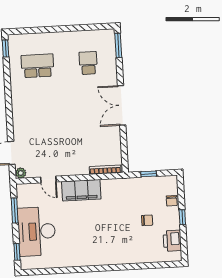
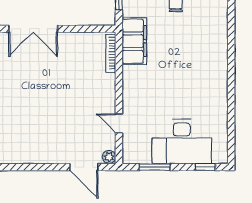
door: (48, 180) -> (119, 123), swing flipped
filing cabinet: (81, 190) -> (134, 41), moved

